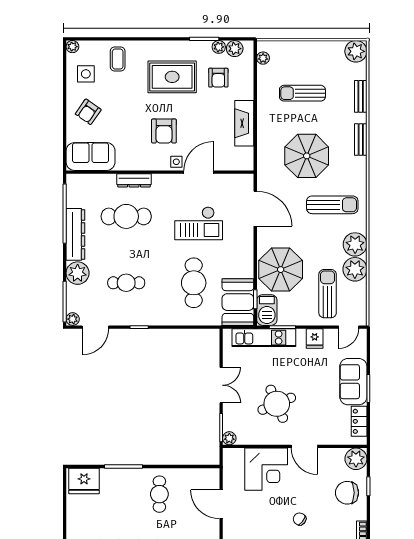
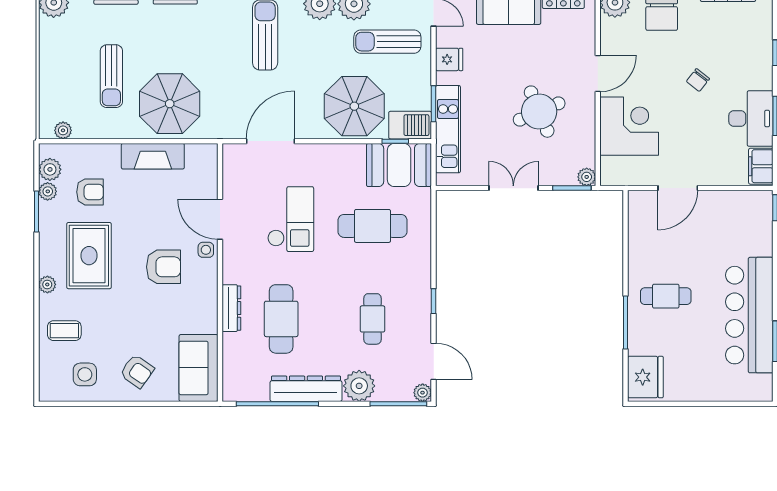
plant: (72, 47) -> (47, 284), moved
parasol: (307, 156) -> (170, 104), moved
cafe table: (159, 494) -> (666, 296), moved

